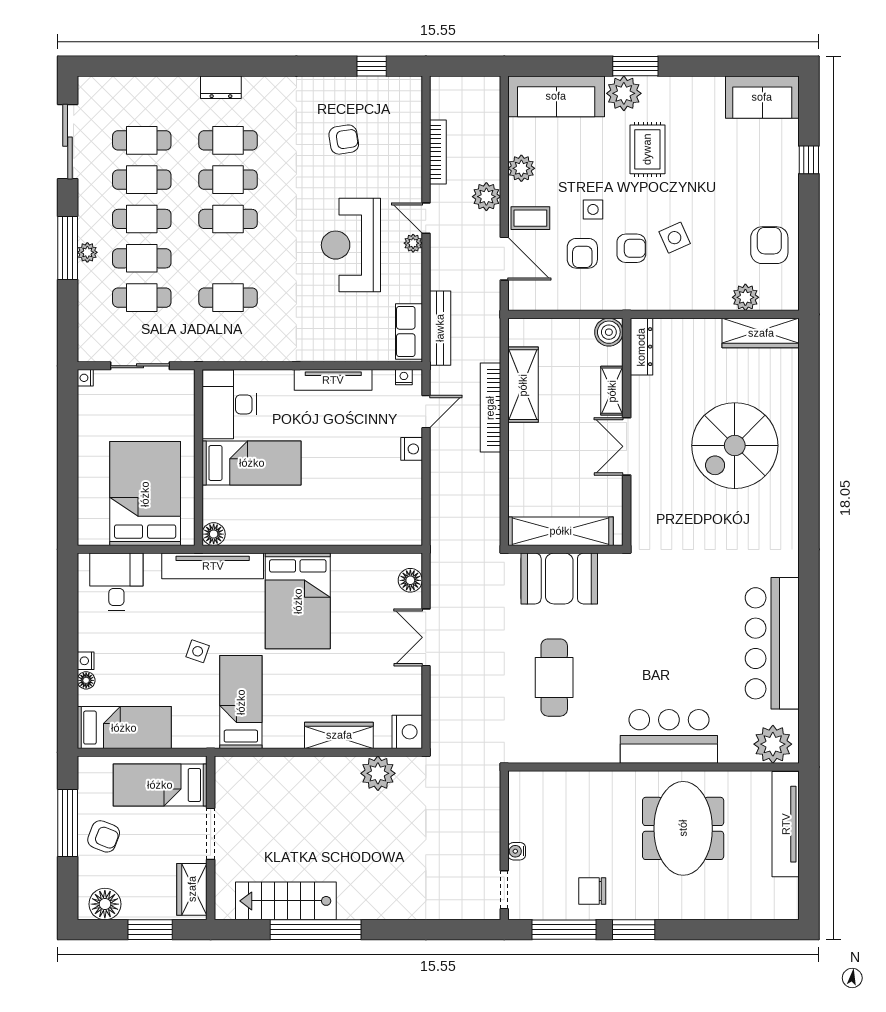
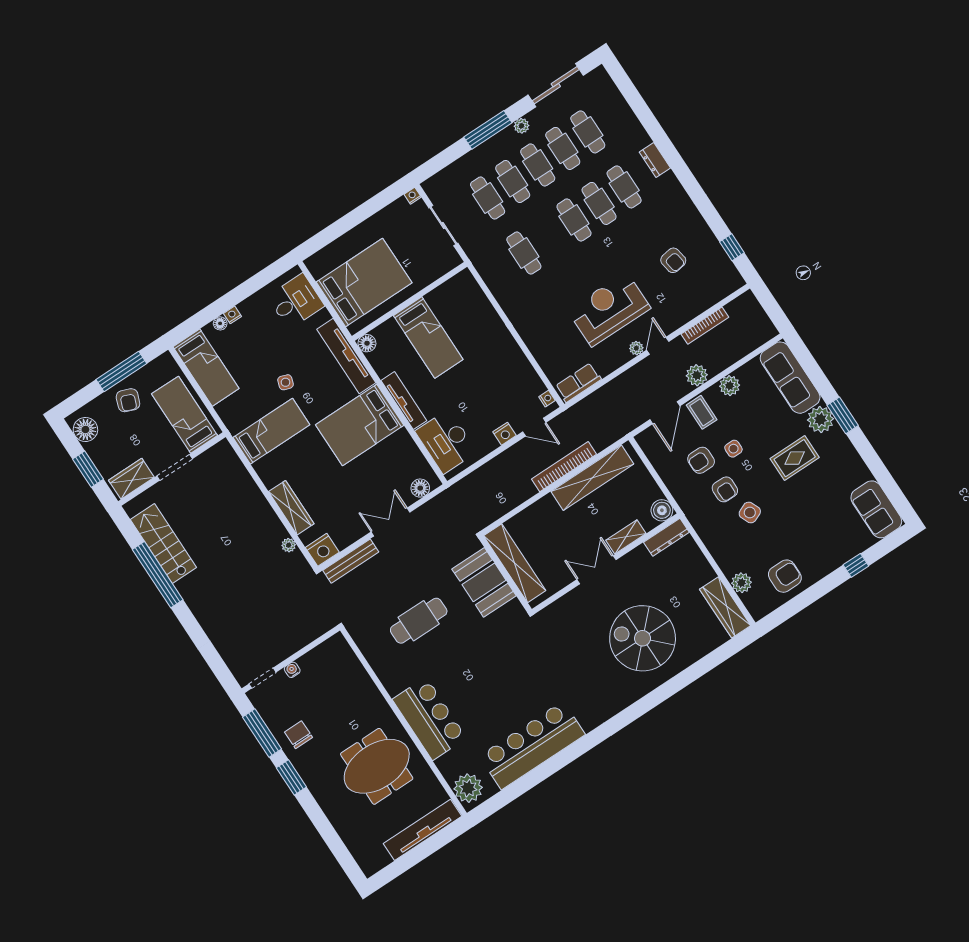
plant: (87, 252) -> (521, 126), moved
bench: (440, 328) -> (351, 561), moved
tv unit: (333, 380) -> (404, 401), moved, turned 180
shelving: (523, 385) -> (592, 478), width x1.47
desk: (229, 404) -> (446, 442), moved, turned -90
plant: (378, 773) -> (289, 545), width x0.53, depth x0.53

